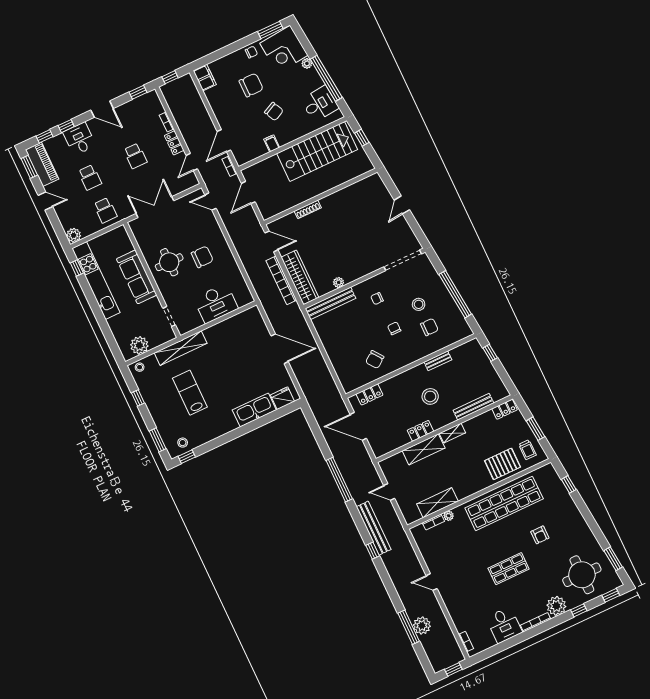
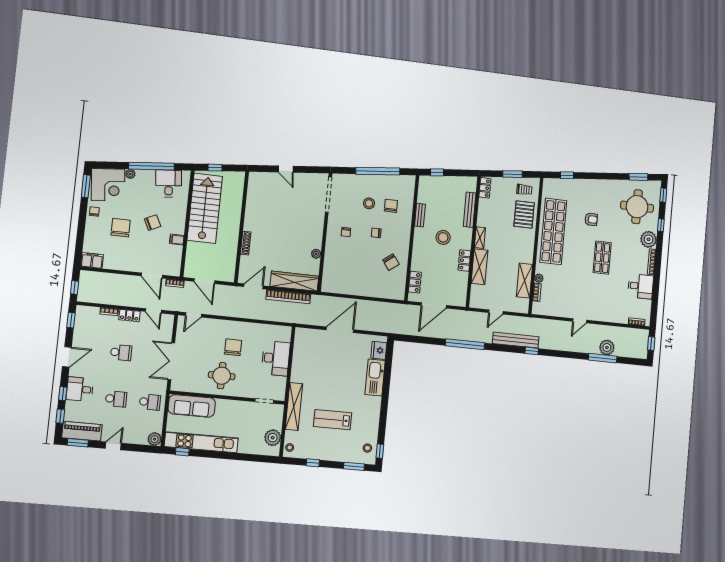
sofa: (137, 277) -> (192, 406), moved
bench: (330, 303) -> (328, 270), removed

